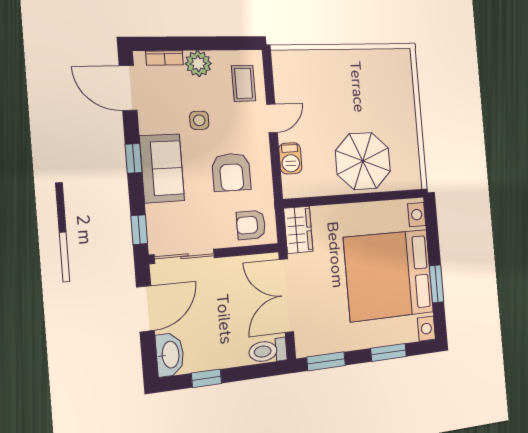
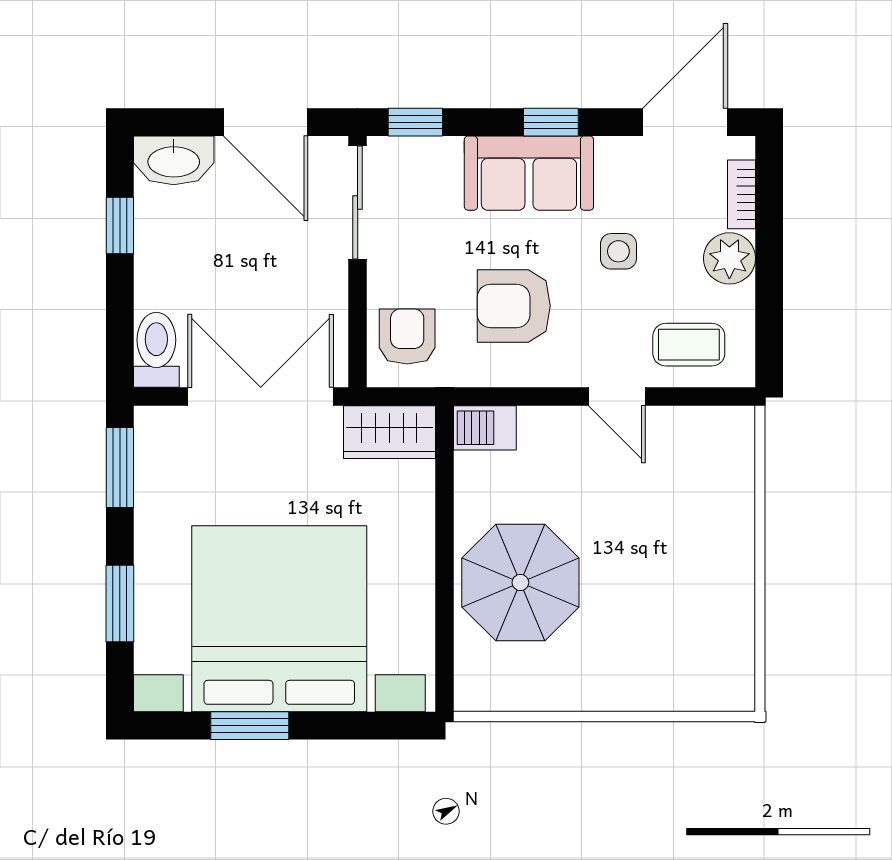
barbecue: (290, 158) -> (485, 428), moved

